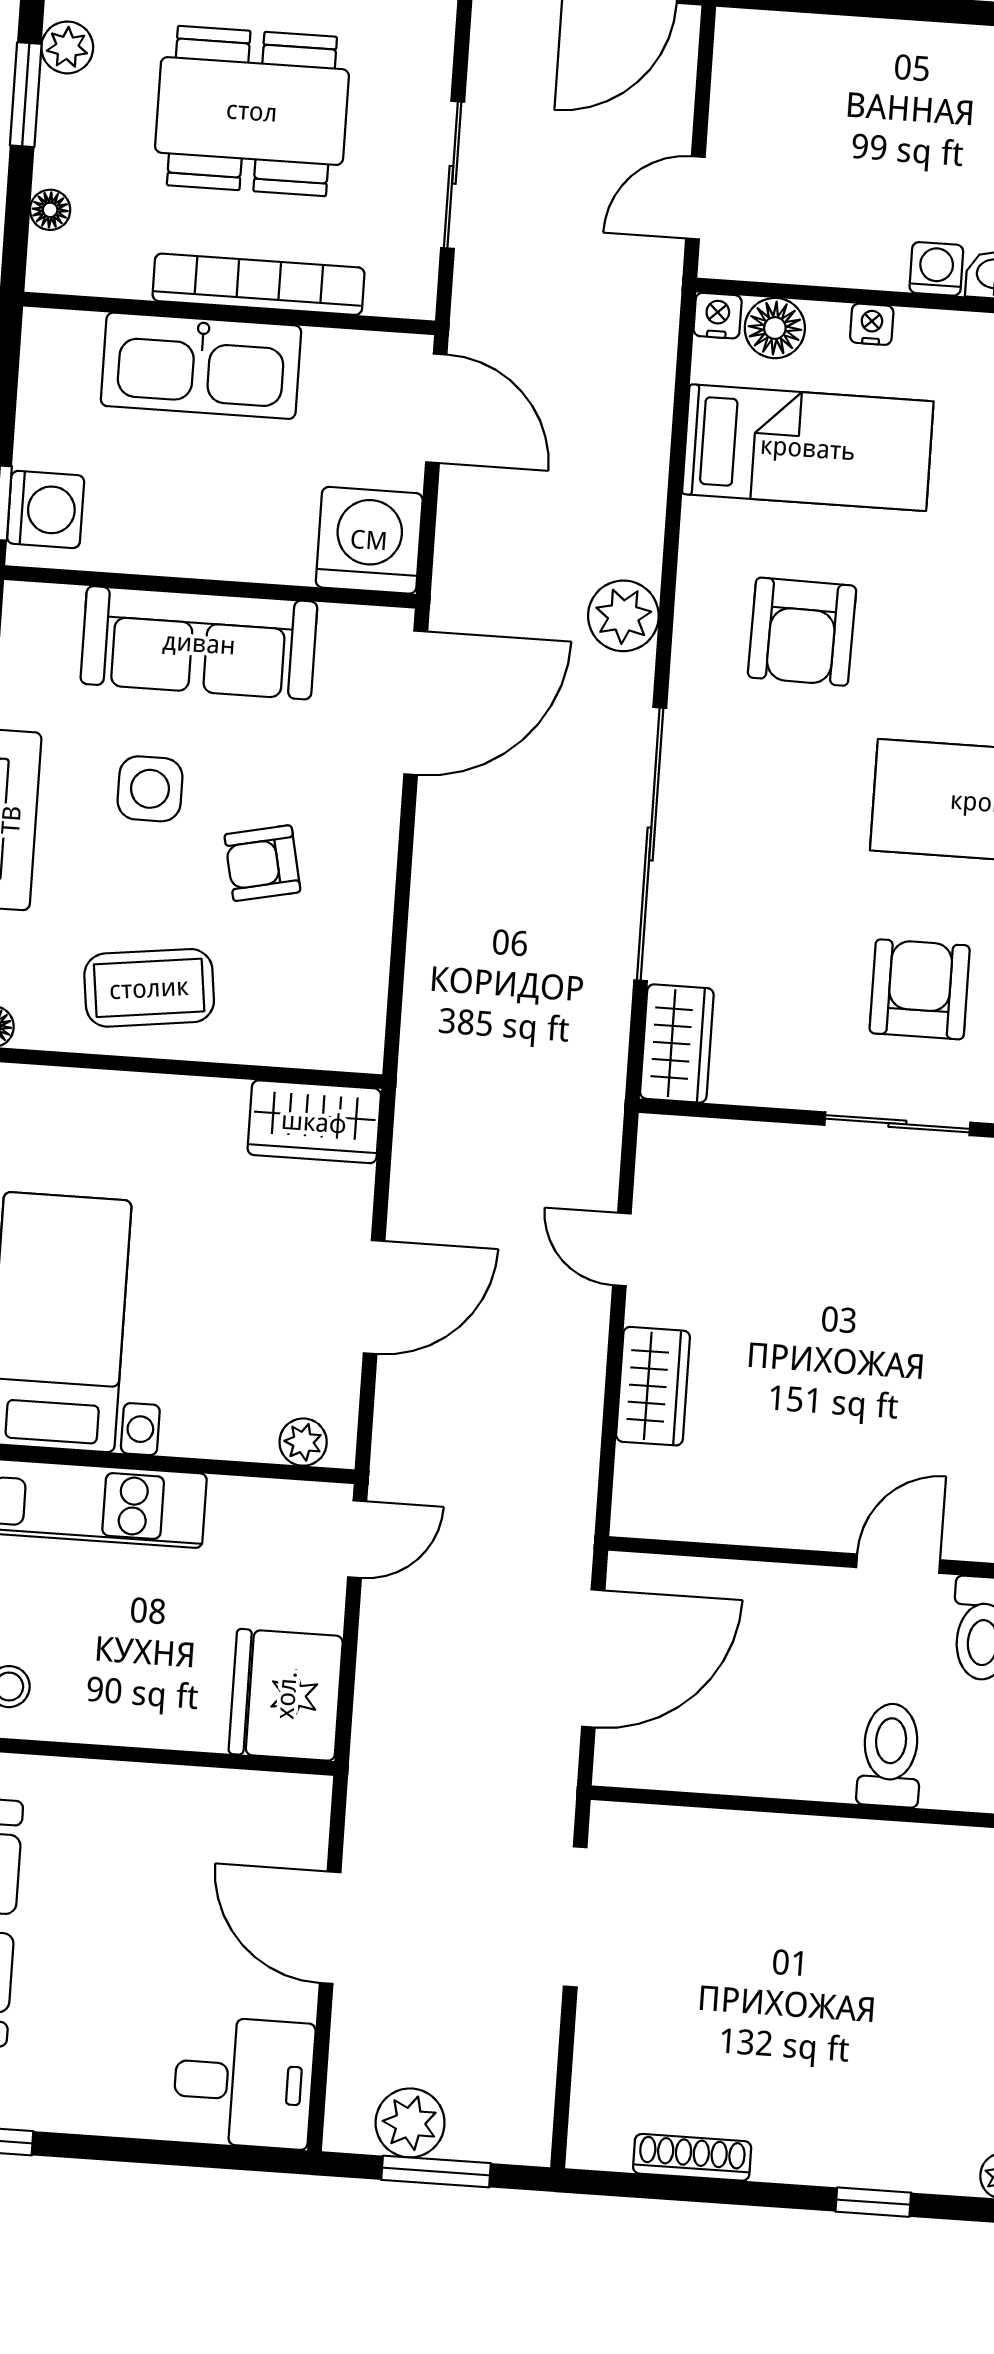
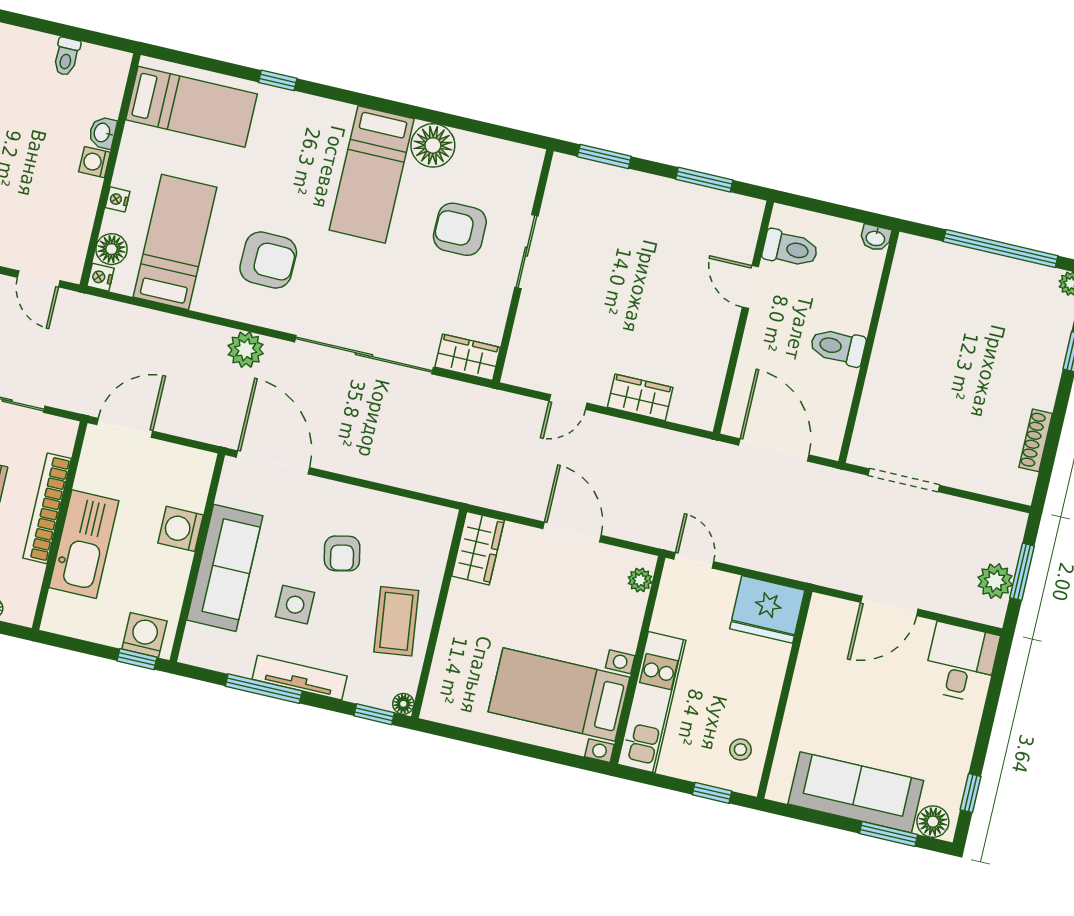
washing machine: (369, 540) -> (181, 529), moved, width x0.73, depth x0.73
toilet: (890, 1755) -> (838, 347), moved

